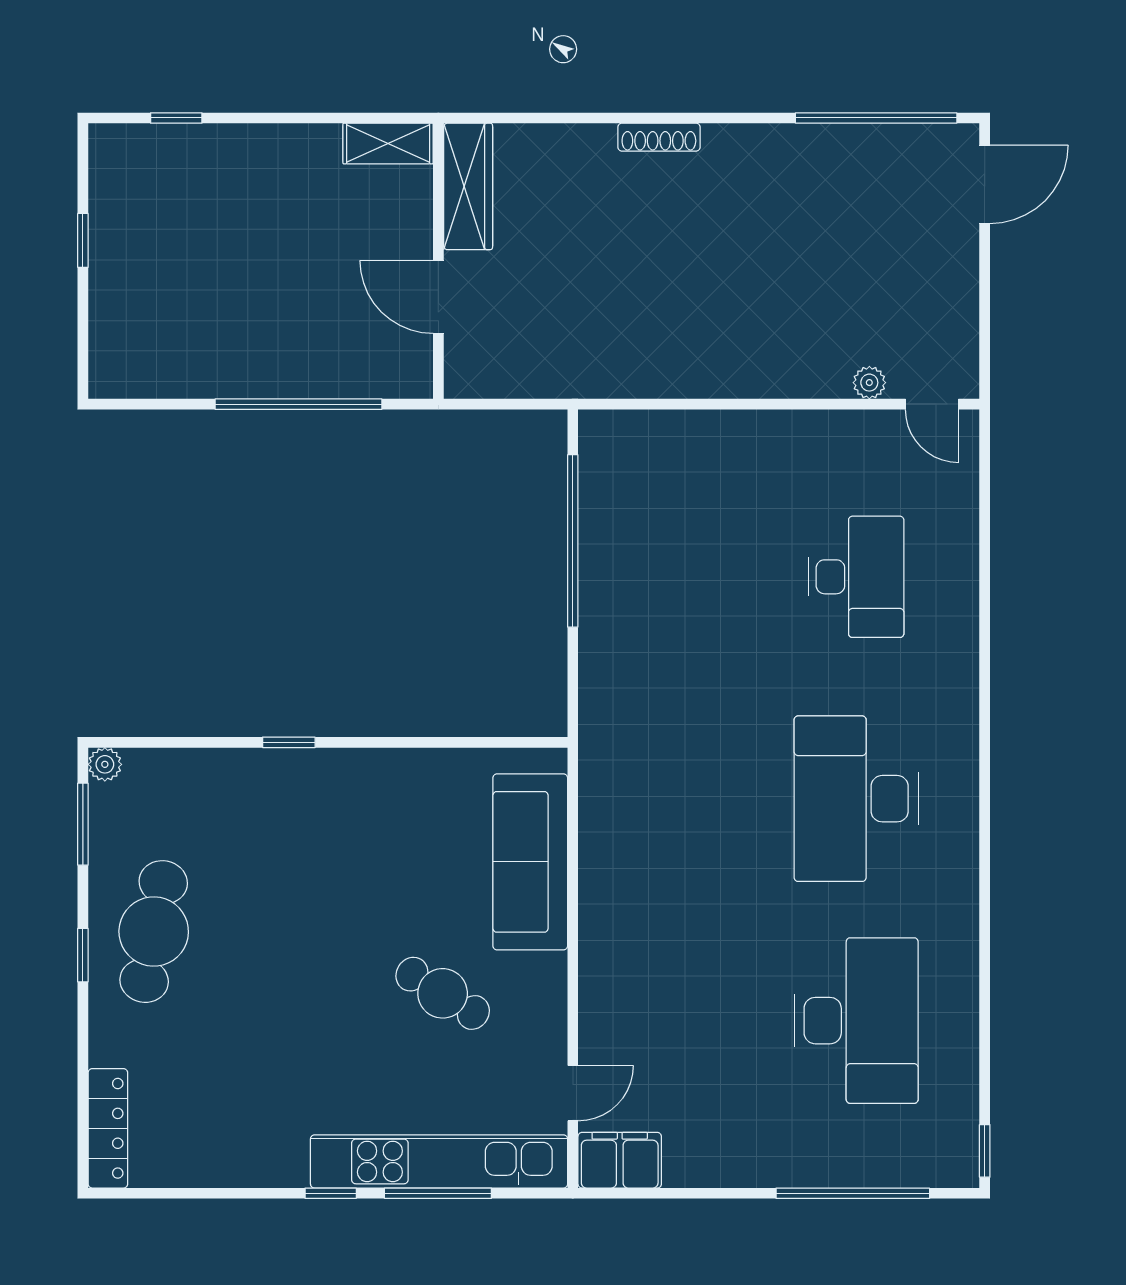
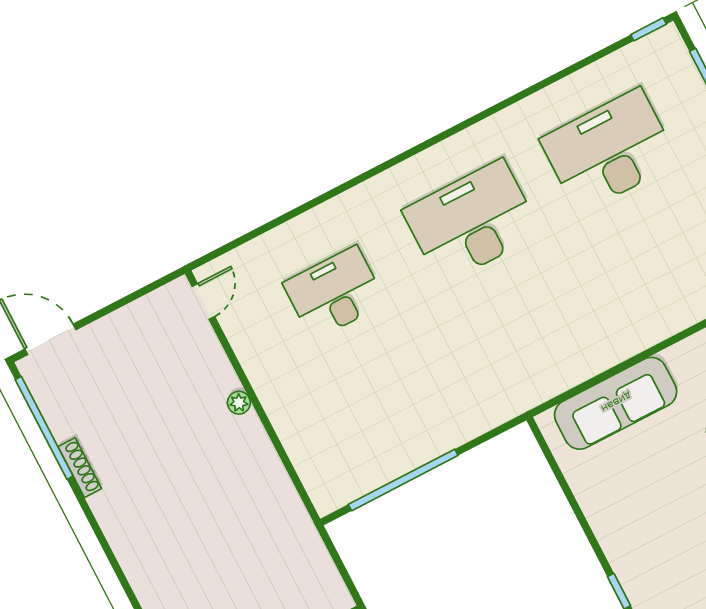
shoe rack: (659, 137) -> (80, 468), moved
plant: (869, 383) -> (239, 403), moved
desk: (856, 799) -> (472, 222), turned 180

